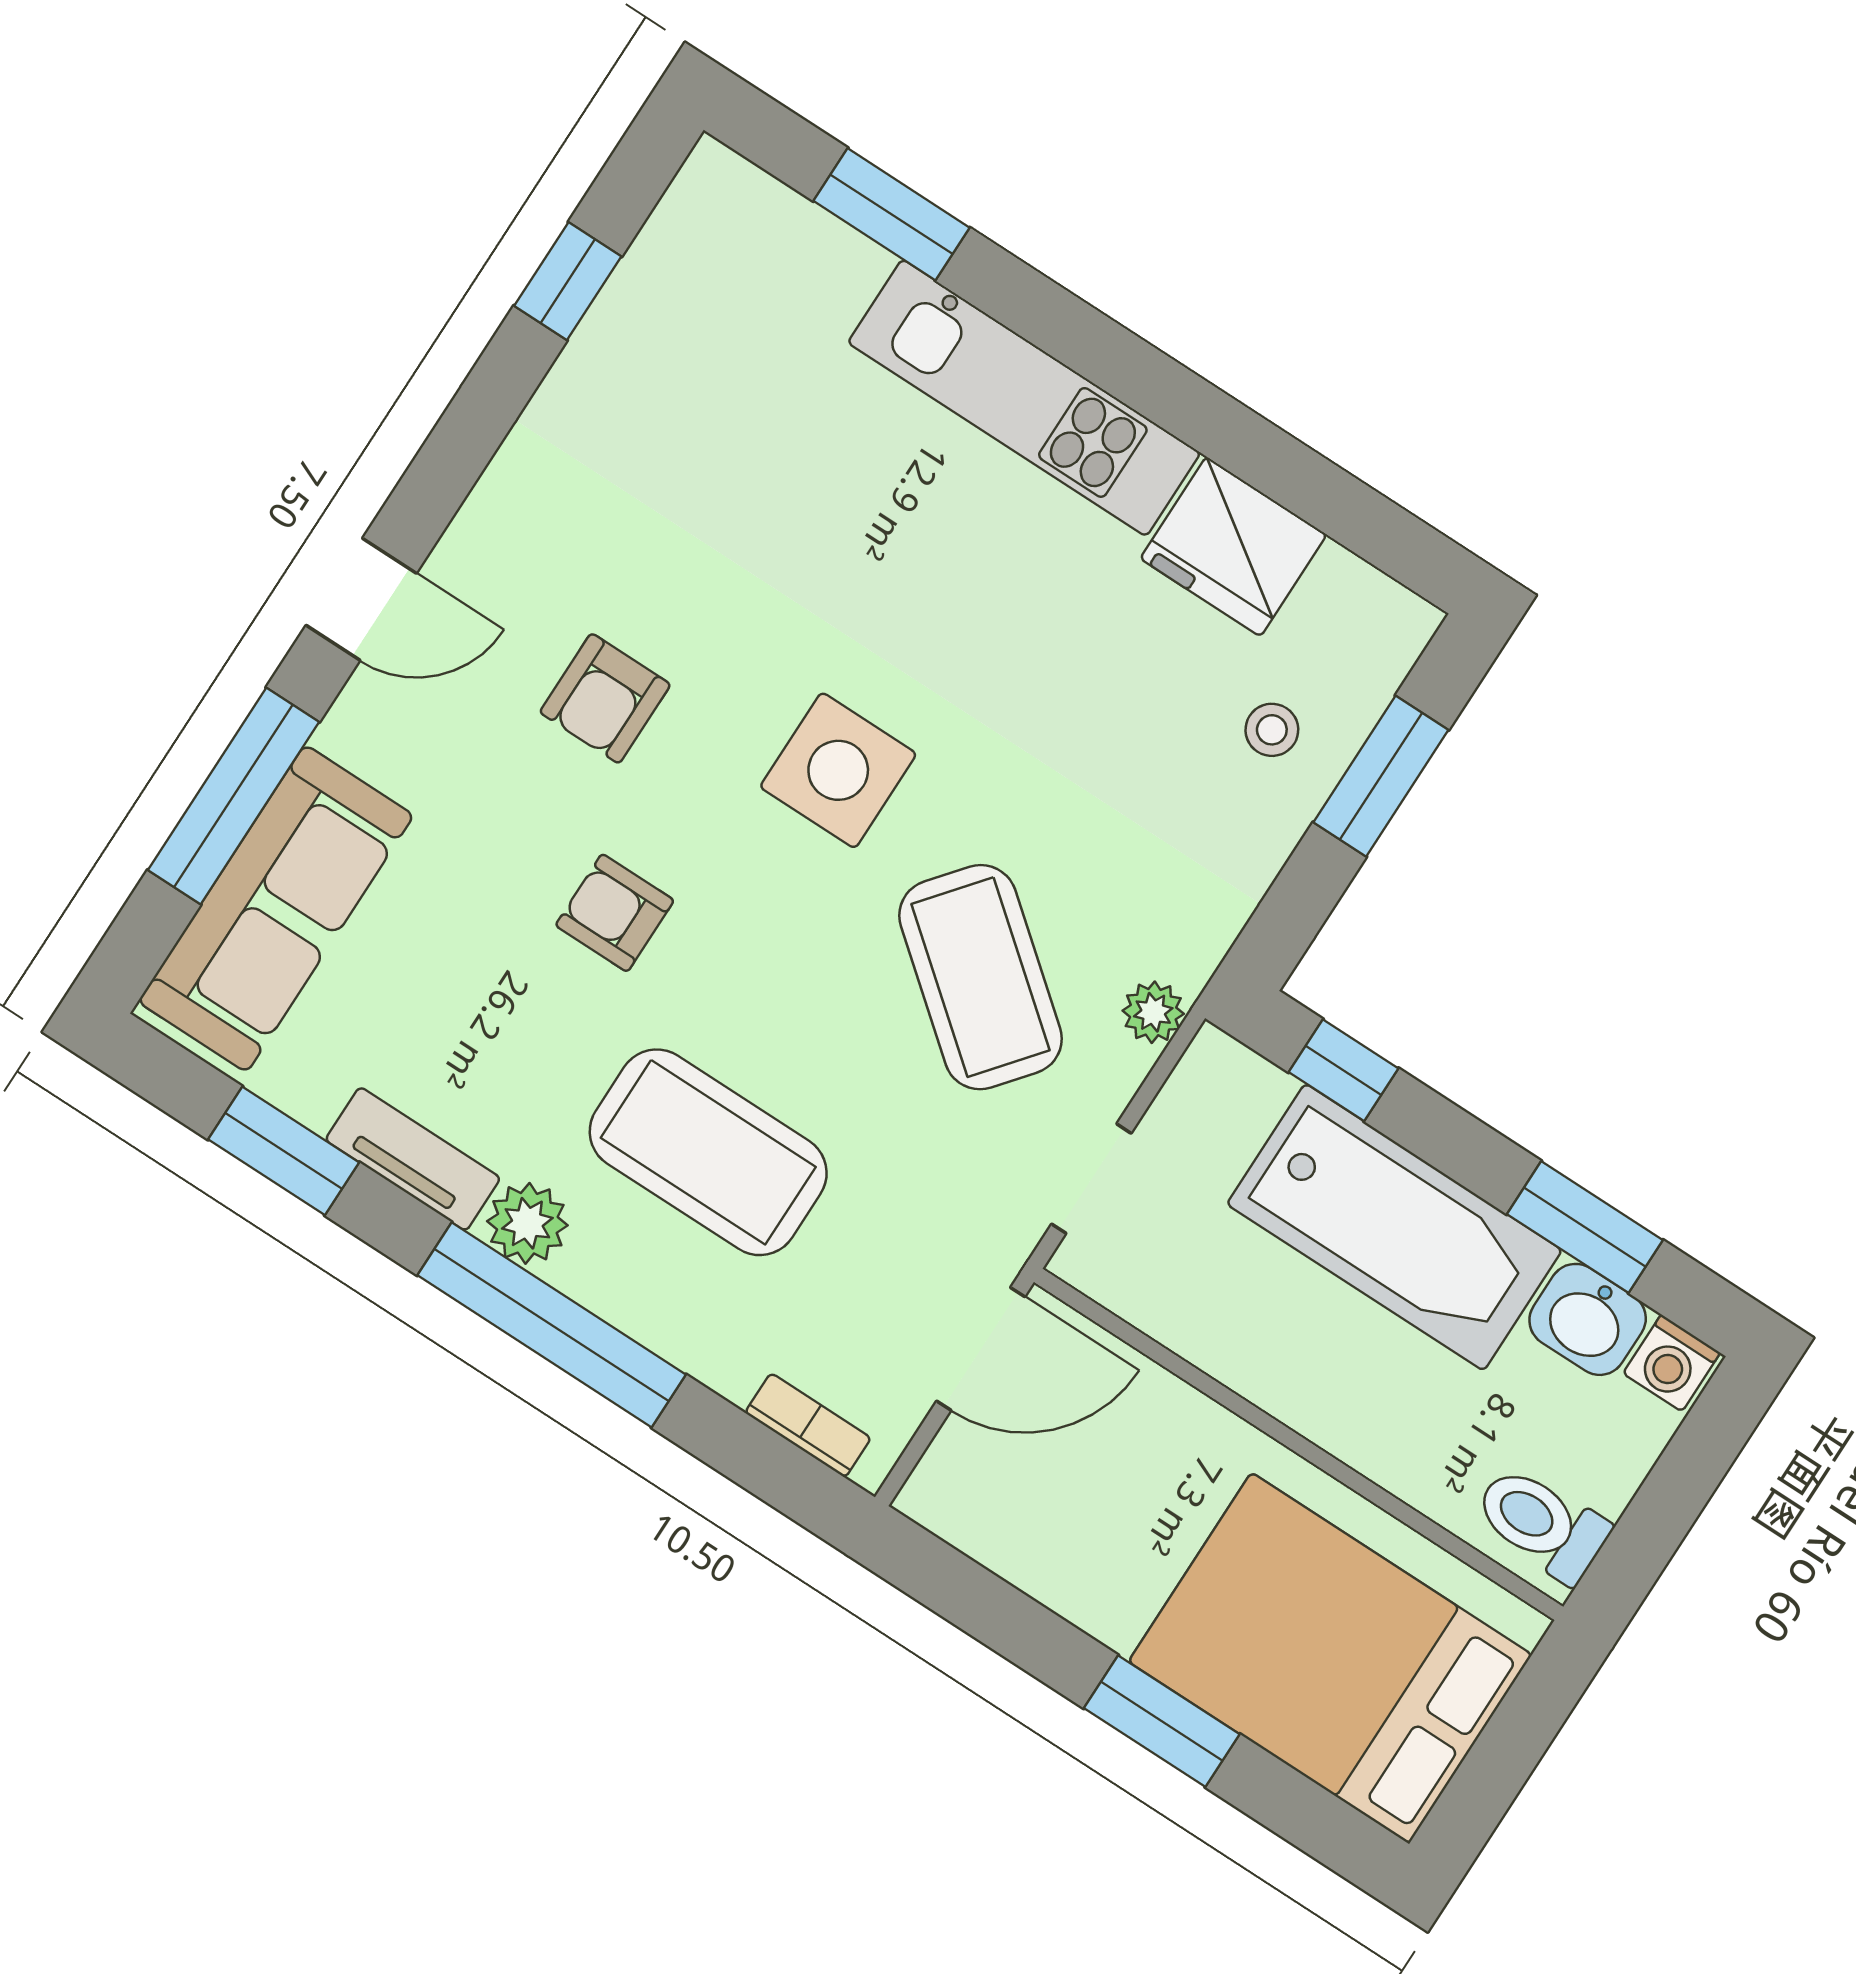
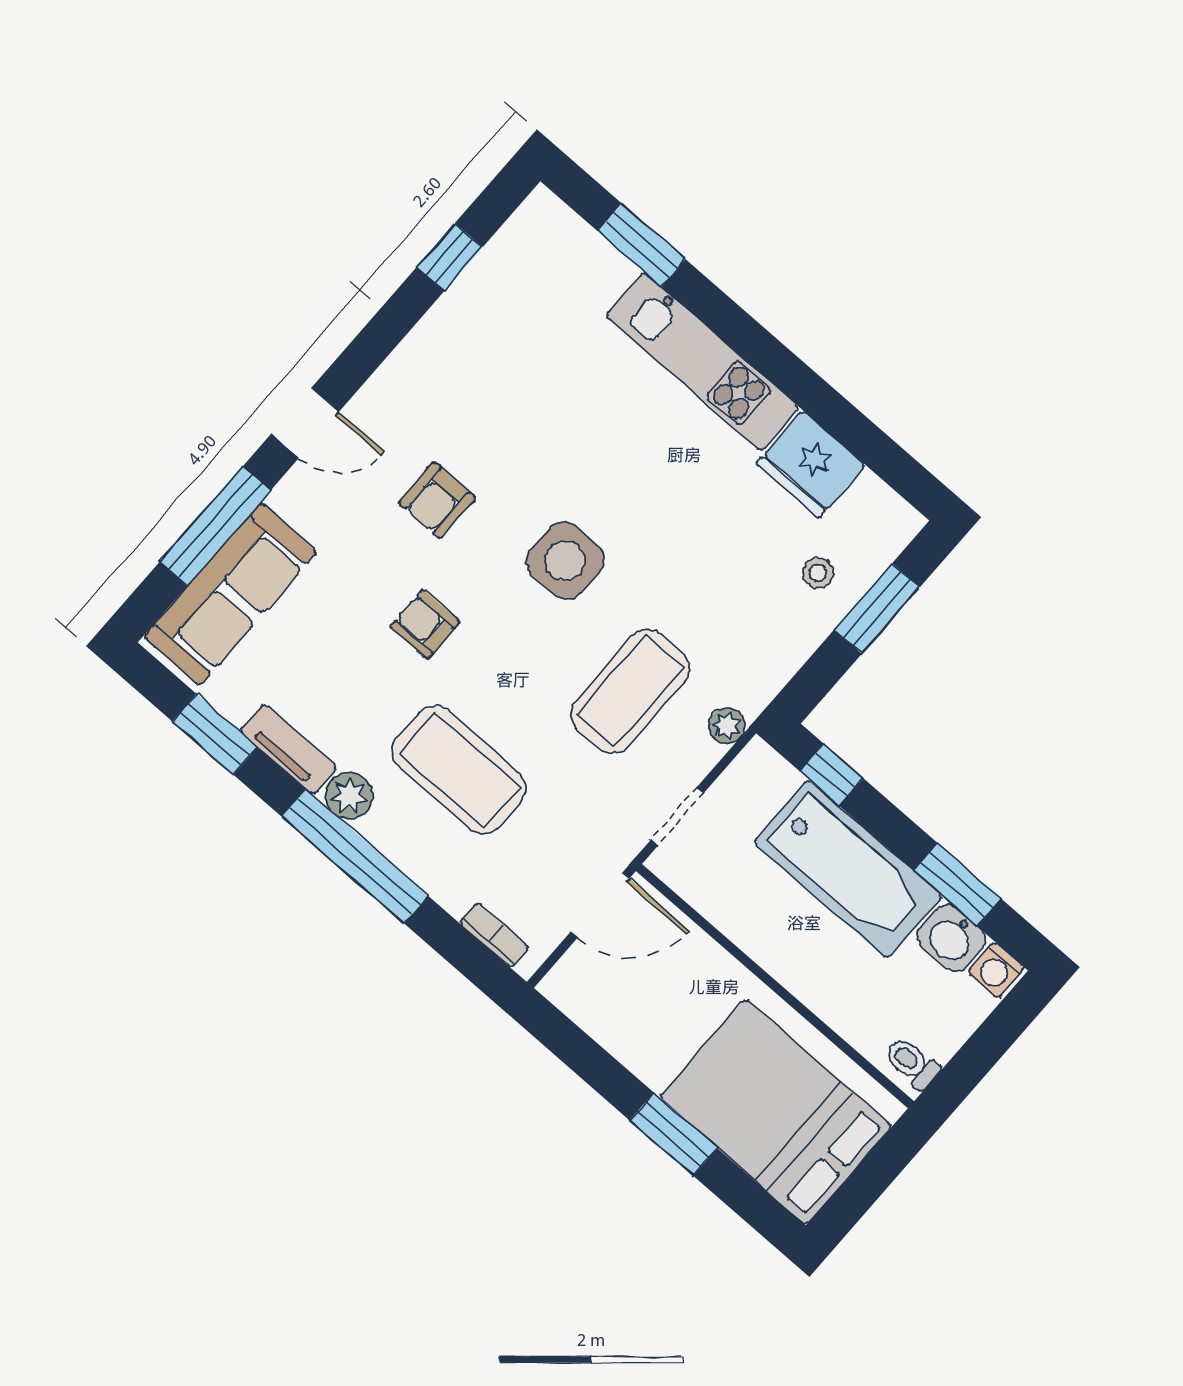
coffee table: (980, 977) -> (630, 691), turned 51
toilet: (1542, 1523) -> (912, 1063), width x0.73, depth x0.72

